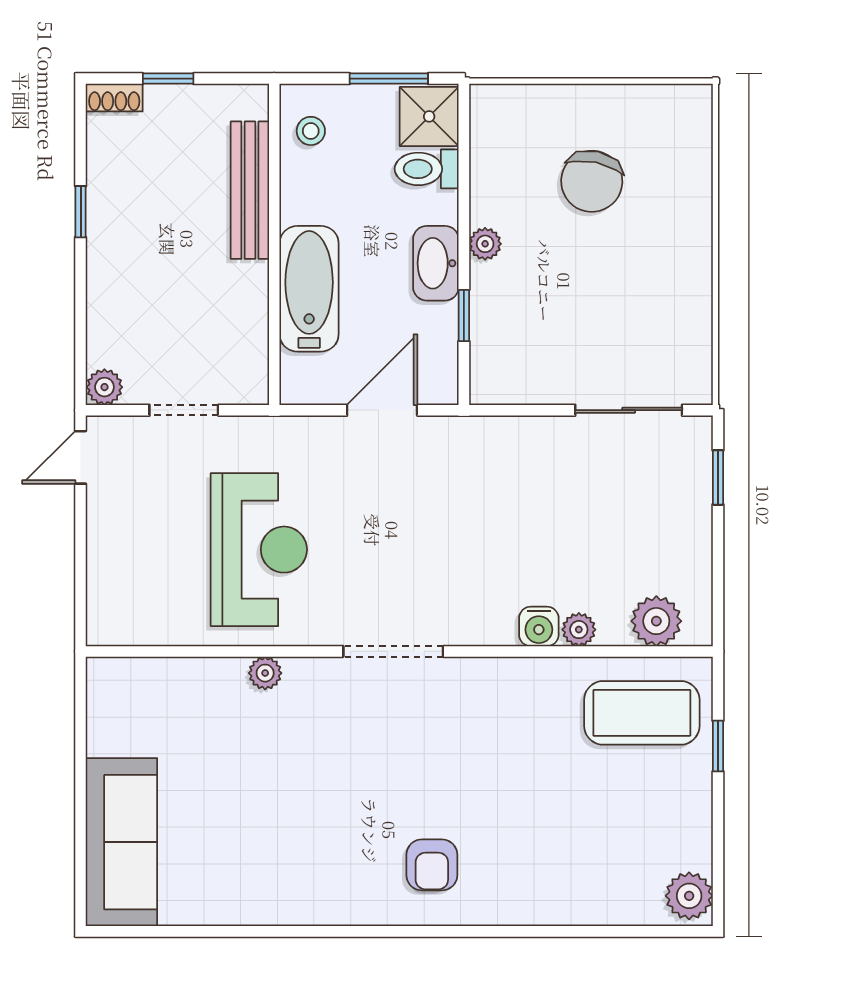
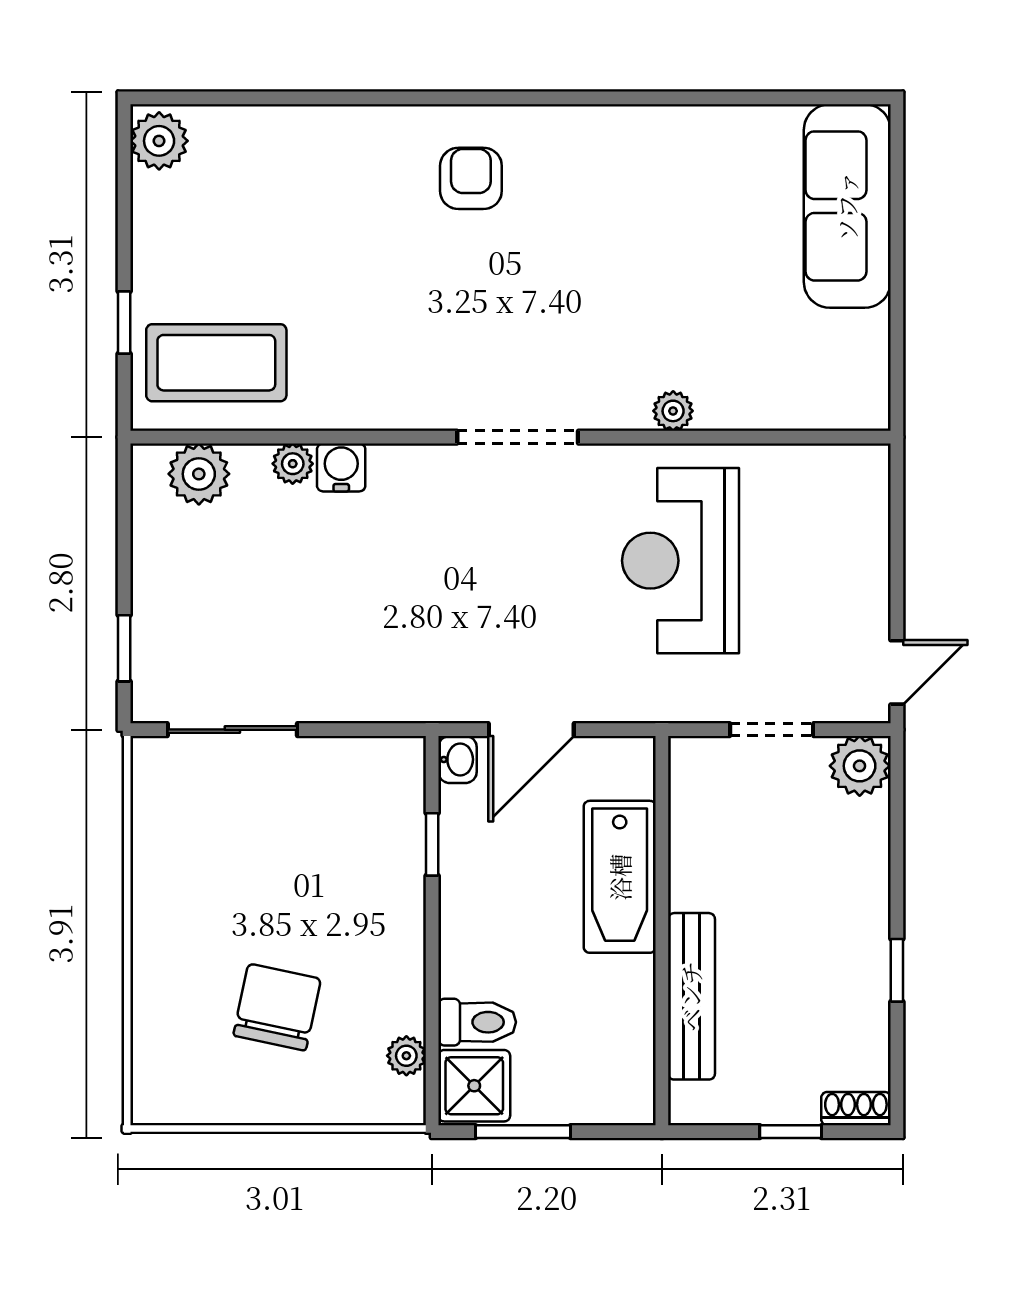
stool: (311, 131) -> (618, 1068), removed
plant: (485, 244) -> (406, 1056), moved
washbasin: (436, 263) -> (457, 759), moved, width x0.52, depth x0.69
plant: (104, 387) -> (860, 766), width x1.38, depth x1.38

